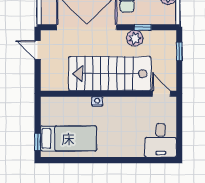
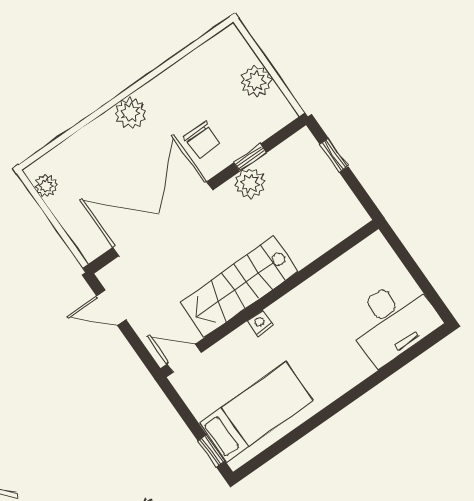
stairs: (110, 74) -> (239, 287), width x0.73, depth x0.66
door: (161, 94) -> (184, 358), moved
desk: (161, 140) -> (393, 321), width x1.37

